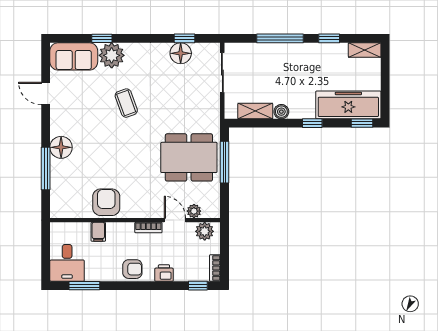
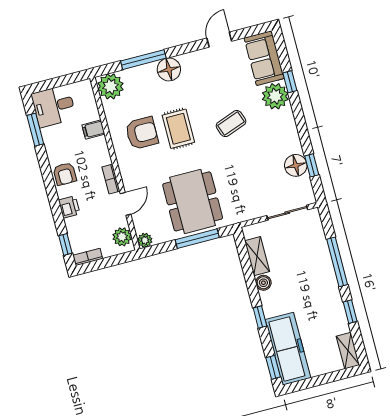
rug: (118, 153) -> (178, 129), added
armchair: (106, 202) -> (142, 133), moved
plant: (63, 205) -> (110, 86), added
plant: (194, 211) -> (145, 240), moved

